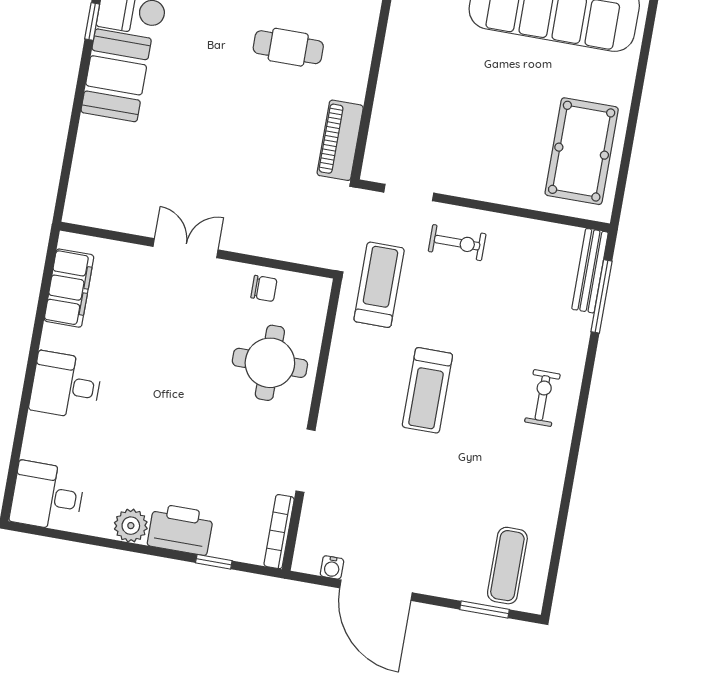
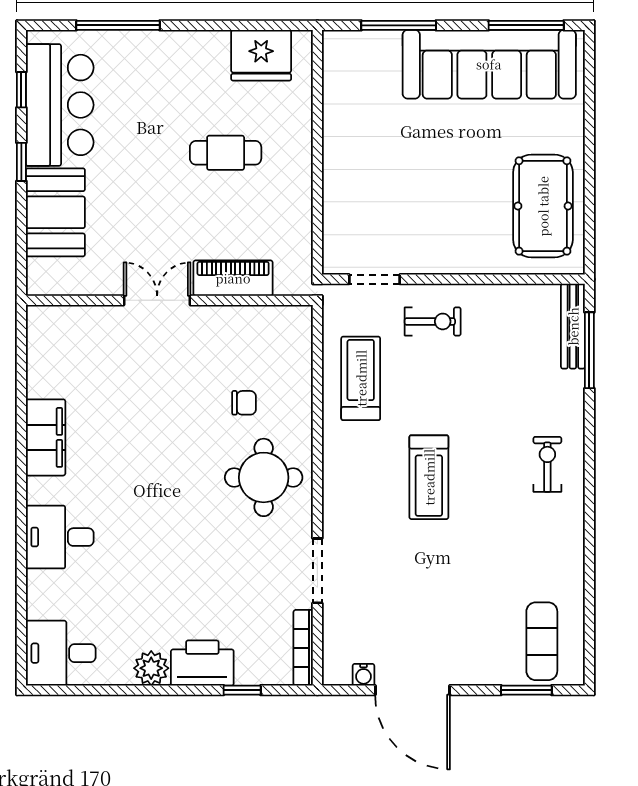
piano: (340, 140) -> (233, 278), moved, turned 90
double door: (186, 248) -> (157, 300), moved
wall: (197, 250) -> (169, 300), moved

